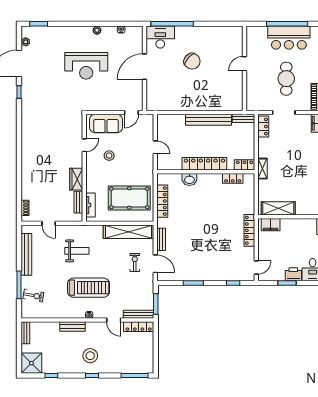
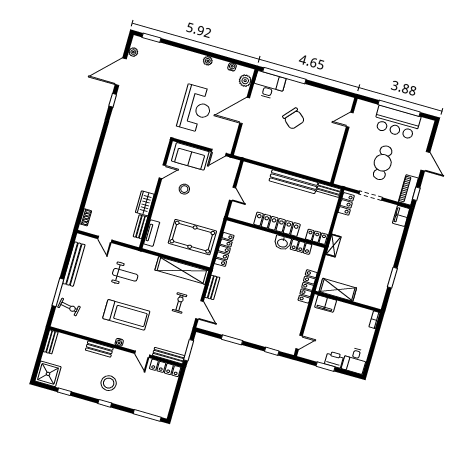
plant: (137, 39) -> (245, 81), added
door: (244, 64) -> (350, 120), moved
reception desk: (86, 66) -> (196, 109), moved, turned -90
washbasin: (189, 179) -> (283, 243), moved
locker: (249, 230) -> (308, 286), moved

